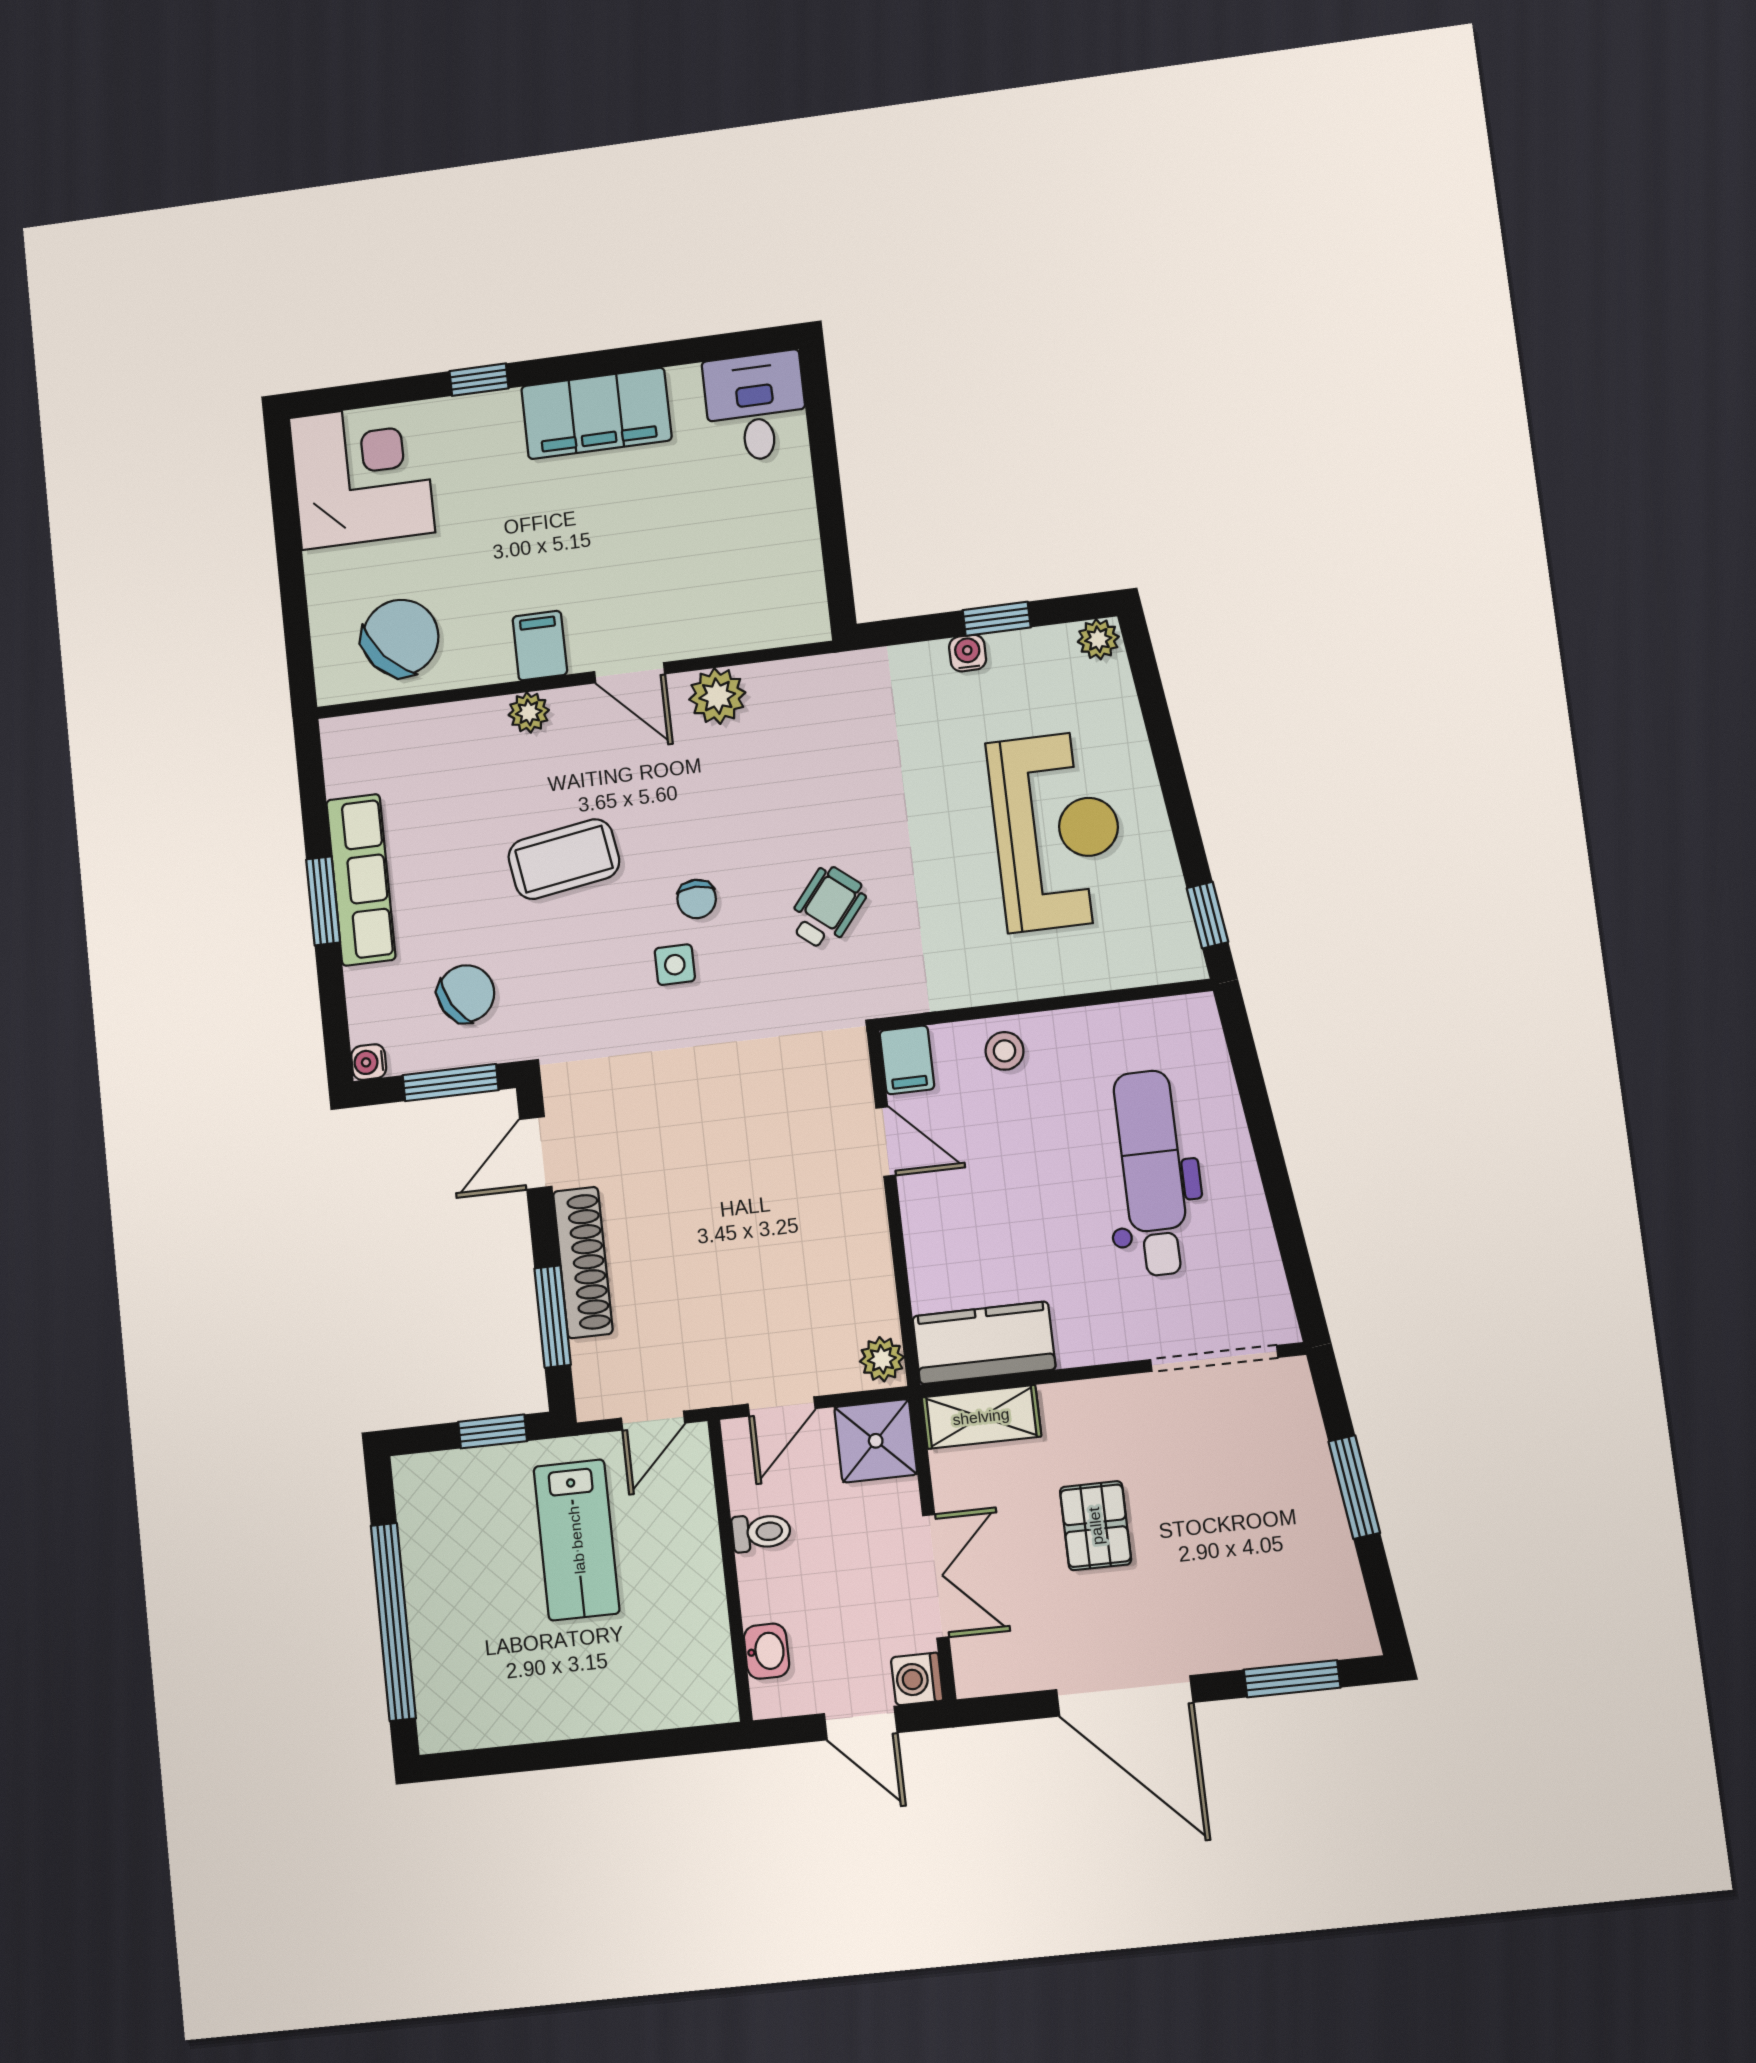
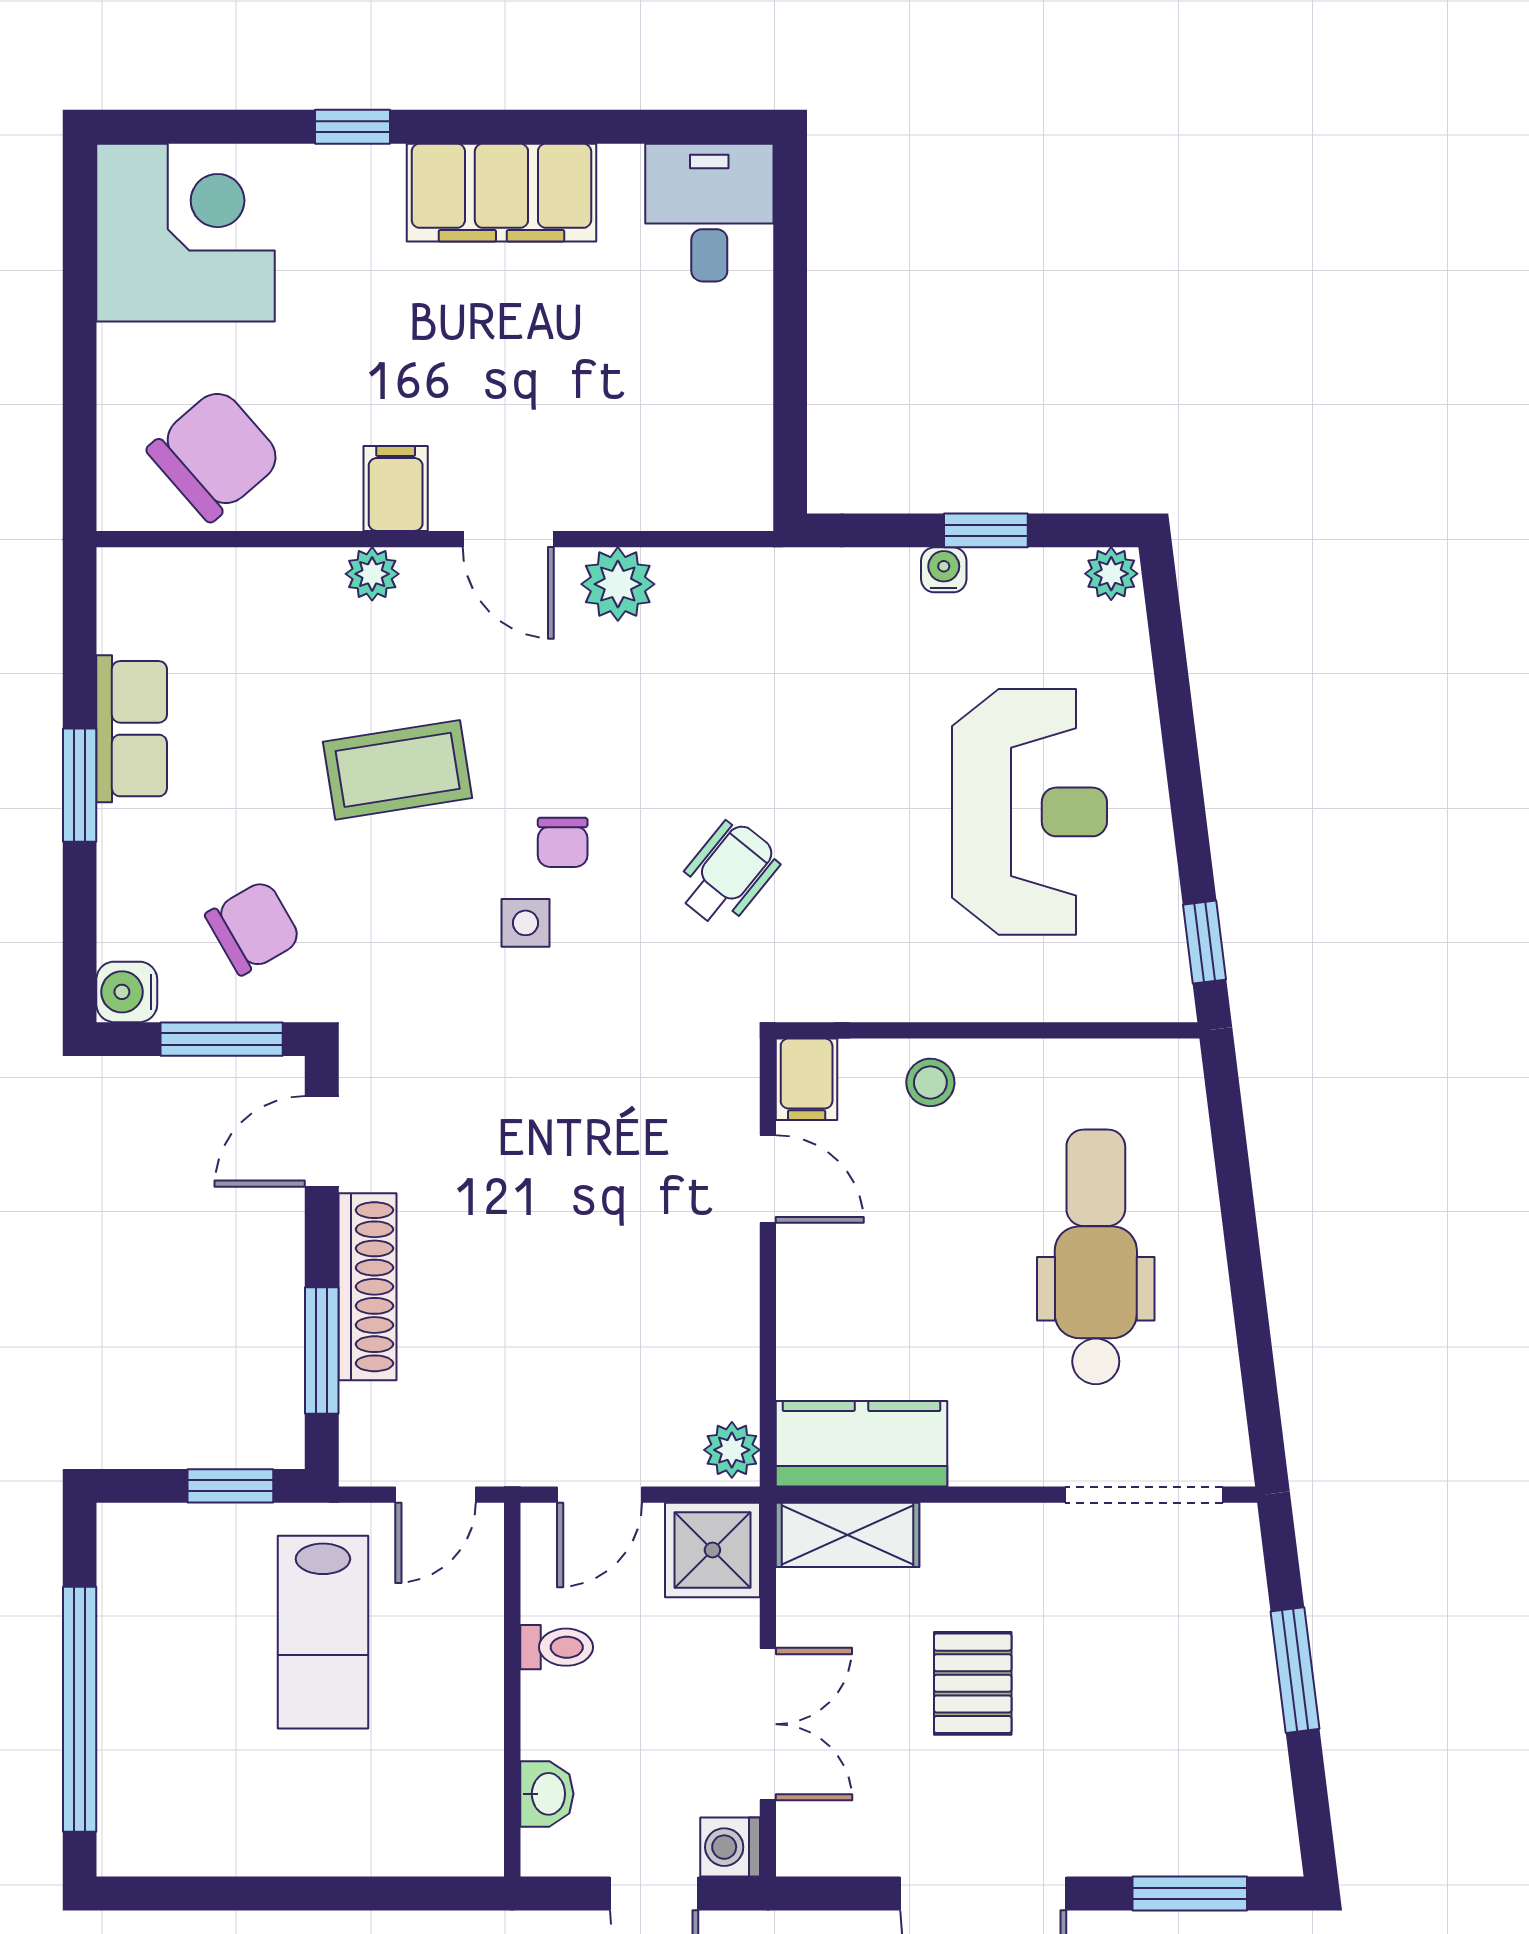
row of seats: (361, 880) -> (132, 729), width x0.68
water cooler: (369, 1062) -> (127, 992), width x1.38, depth x1.38

